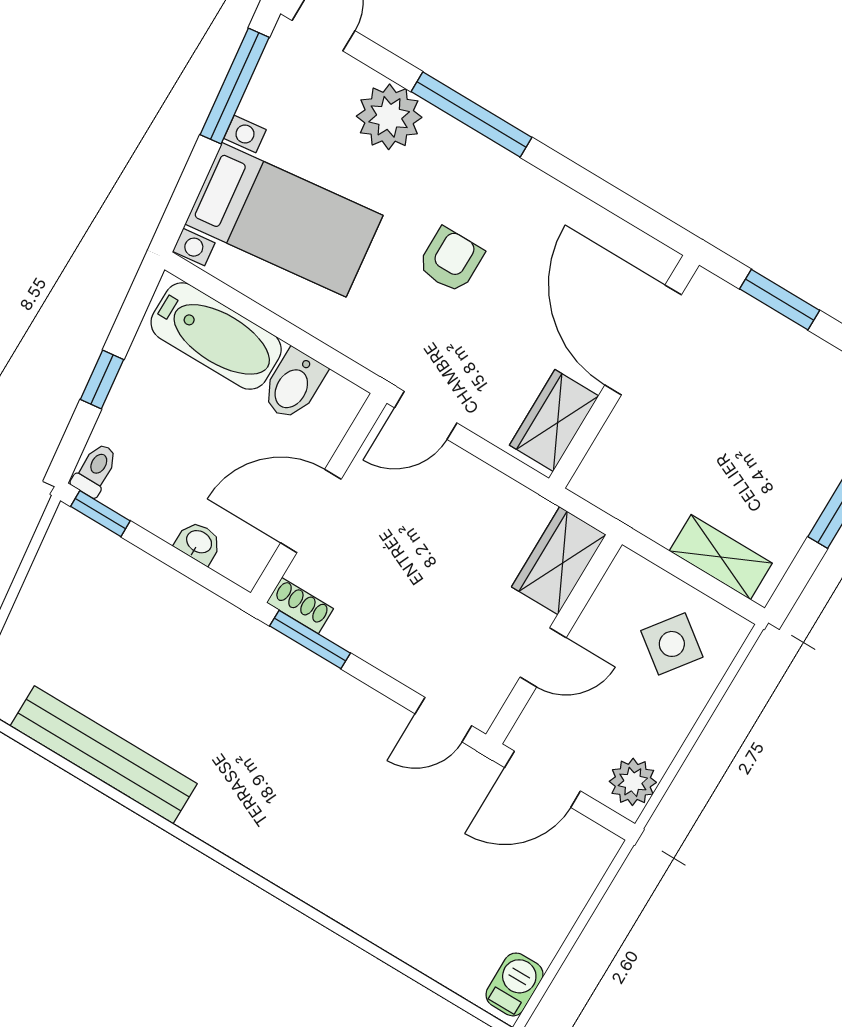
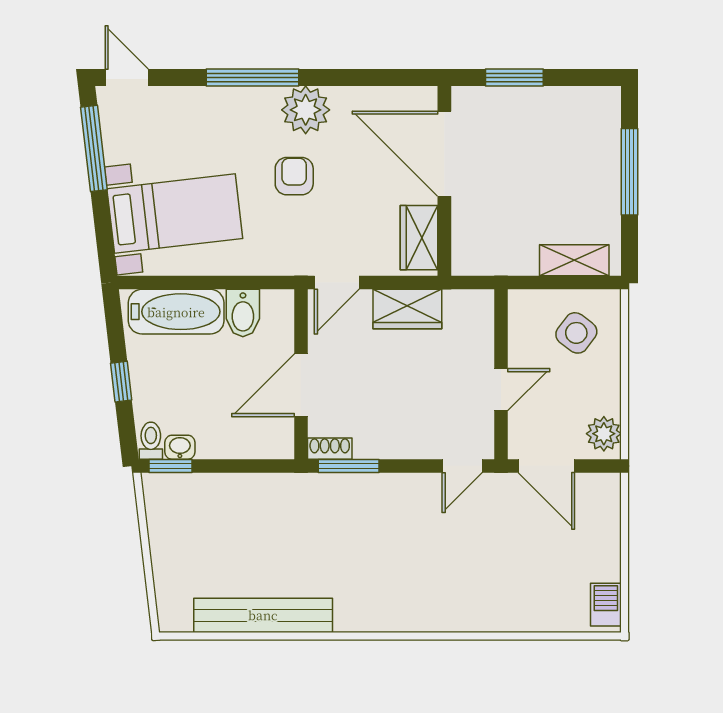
plant: (389, 117) -> (306, 110), moved
washbasin: (199, 543) -> (180, 447), moved
wardrobe: (559, 561) -> (407, 309), moved, turned -90
door: (543, 779) -> (546, 466), hinge flipped

